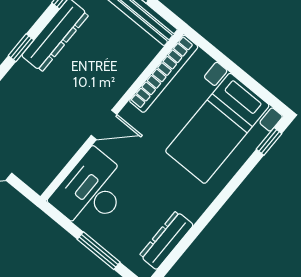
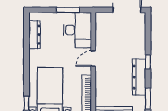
window: (99, 251) -> (68, 10), moved

